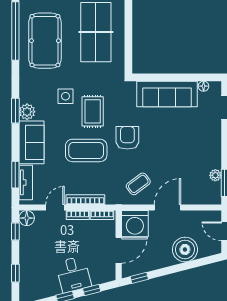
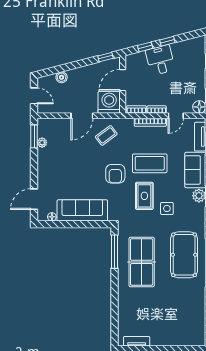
window: (128, 45) -> (115, 252), added
boiler: (185, 249) -> (62, 77), width x0.54, depth x0.54

